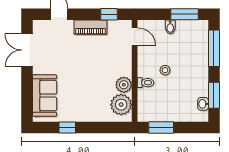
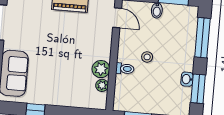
washbasin: (203, 104) -> (187, 79), moved
plant: (121, 105) -> (102, 85), width x0.53, depth x0.53

